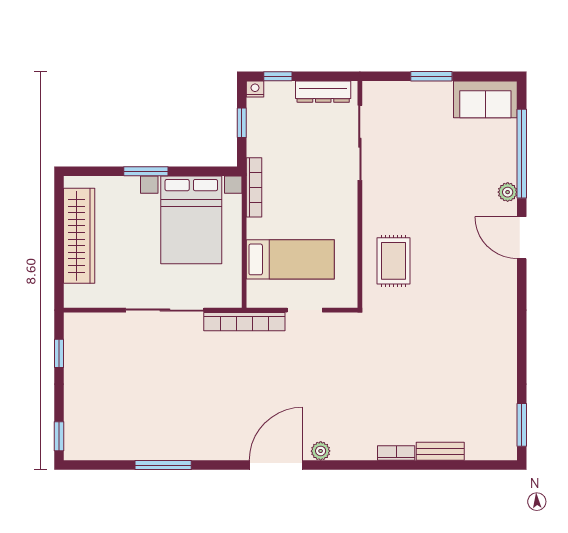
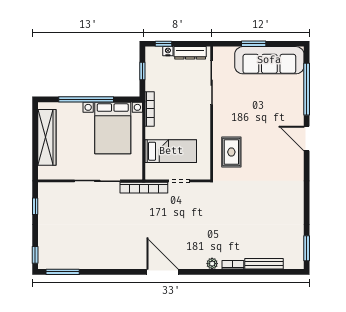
nightstand: (255, 89) -> (168, 51), moved
sofa: (485, 99) -> (269, 60), width x1.85, depth x1.27
window: (146, 171) -> (86, 99), width x2.11
plant: (508, 192) -> (298, 112), removed
plant: (321, 451) -> (212, 264), moved
bench: (440, 451) -> (264, 264), width x1.36
window: (163, 465) -> (63, 272), moved
door: (276, 465) -> (162, 272), hinge flipped

